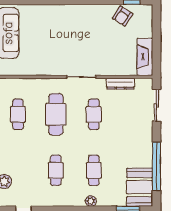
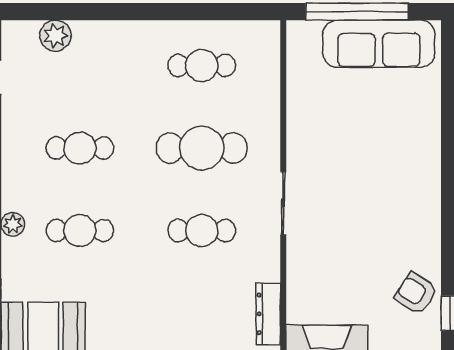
dresser: (120, 84) -> (268, 314), moved

